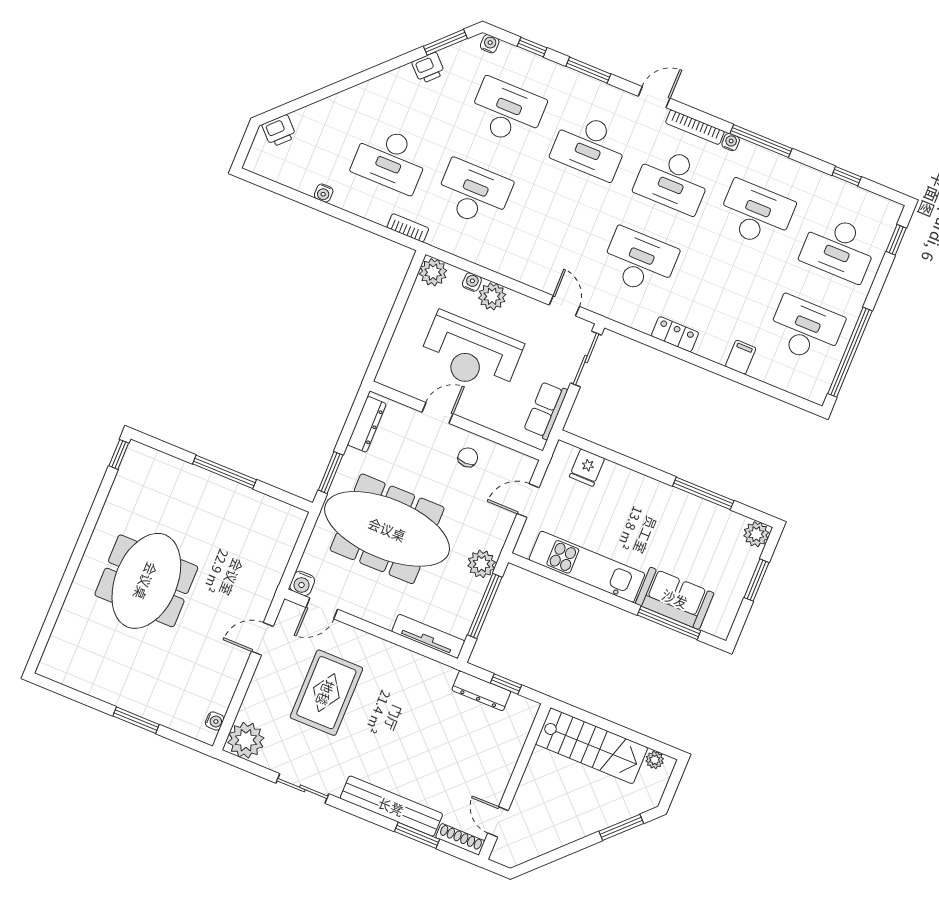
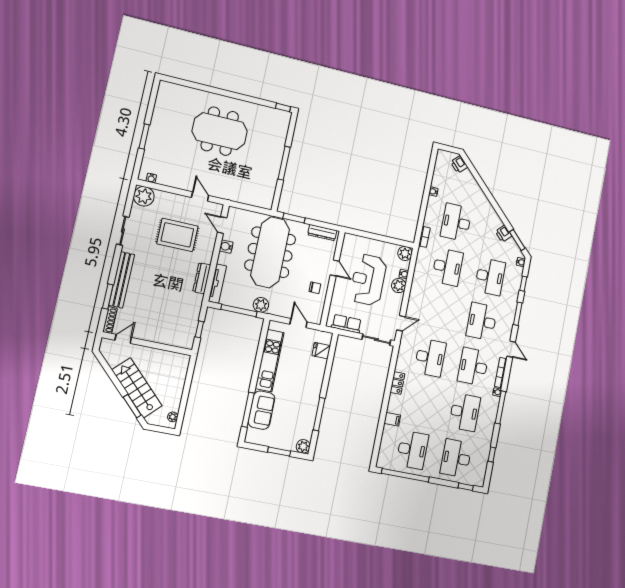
water cooler: (302, 583) -> (226, 247), moved
dresser: (481, 691) -> (202, 278), moved
stairs: (592, 746) -> (137, 388), moved, turned 135

